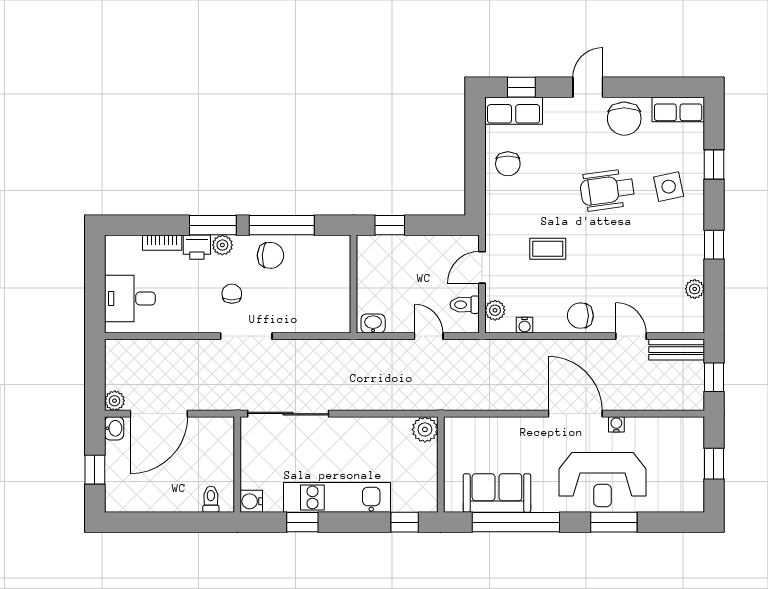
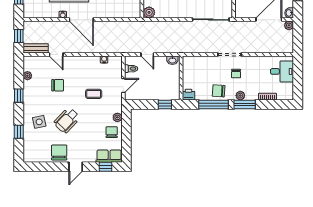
row of seats: (678, 109) -> (35, 157), removed
wheelchair: (607, 190) -> (67, 120), turned 142
printer: (197, 247) -> (189, 95), moved
plant: (495, 310) -> (117, 117), moved
chair: (580, 316) -> (58, 85), moved

